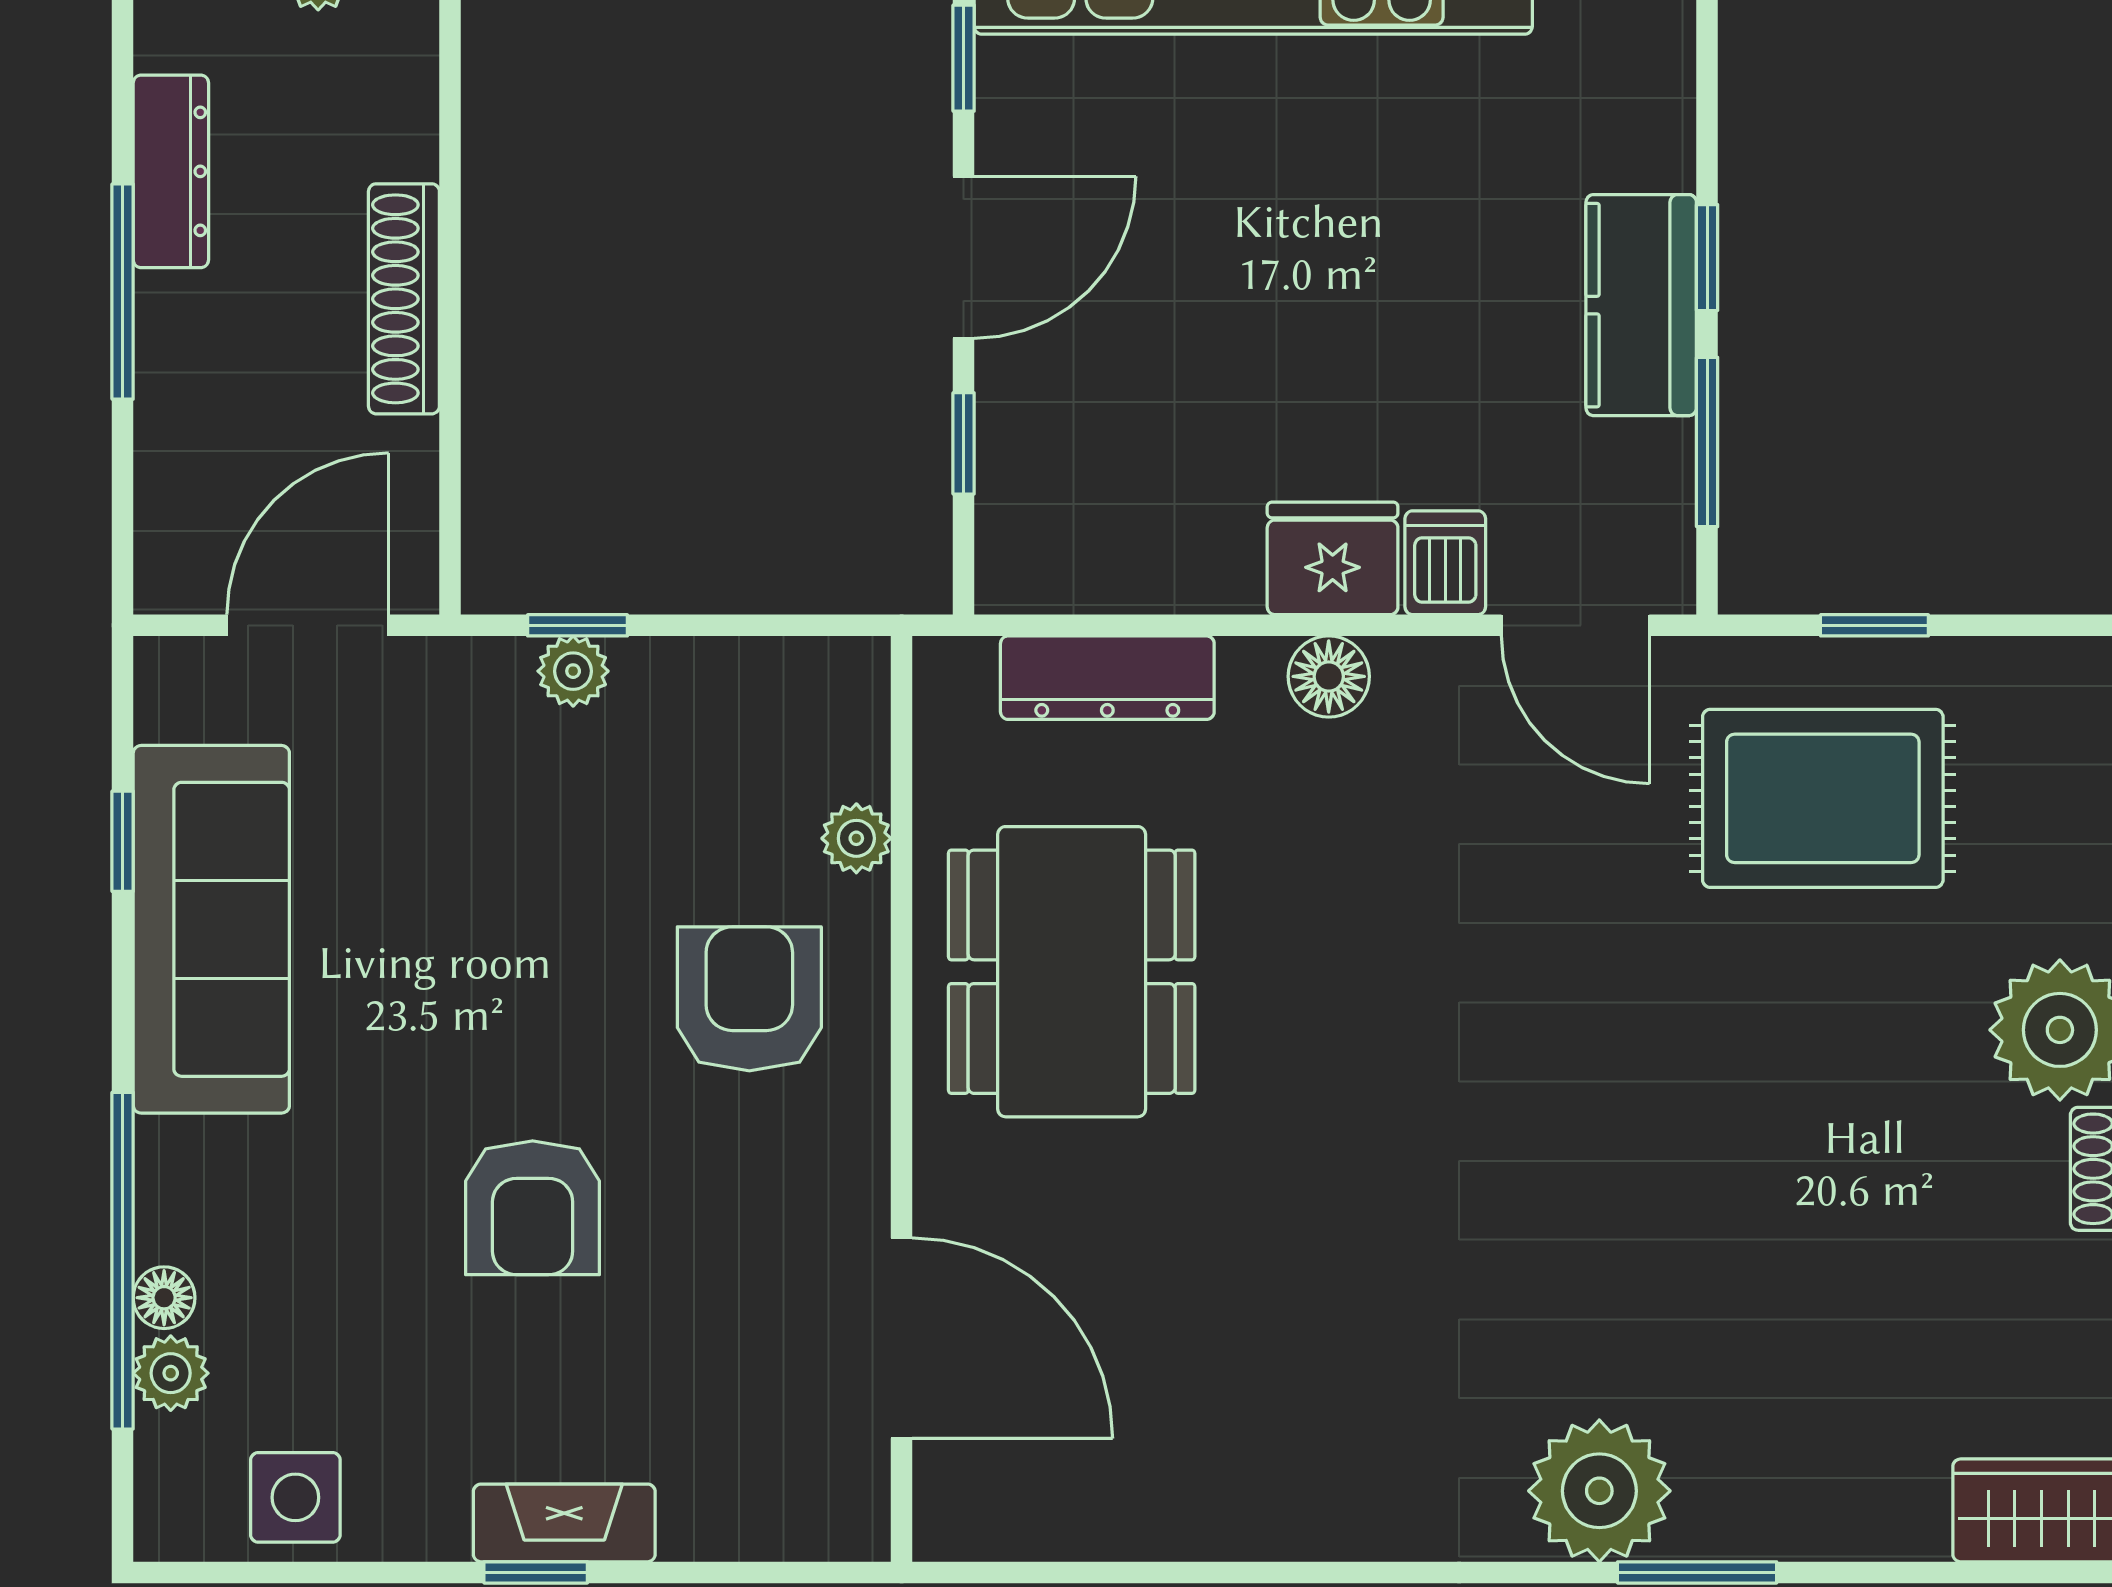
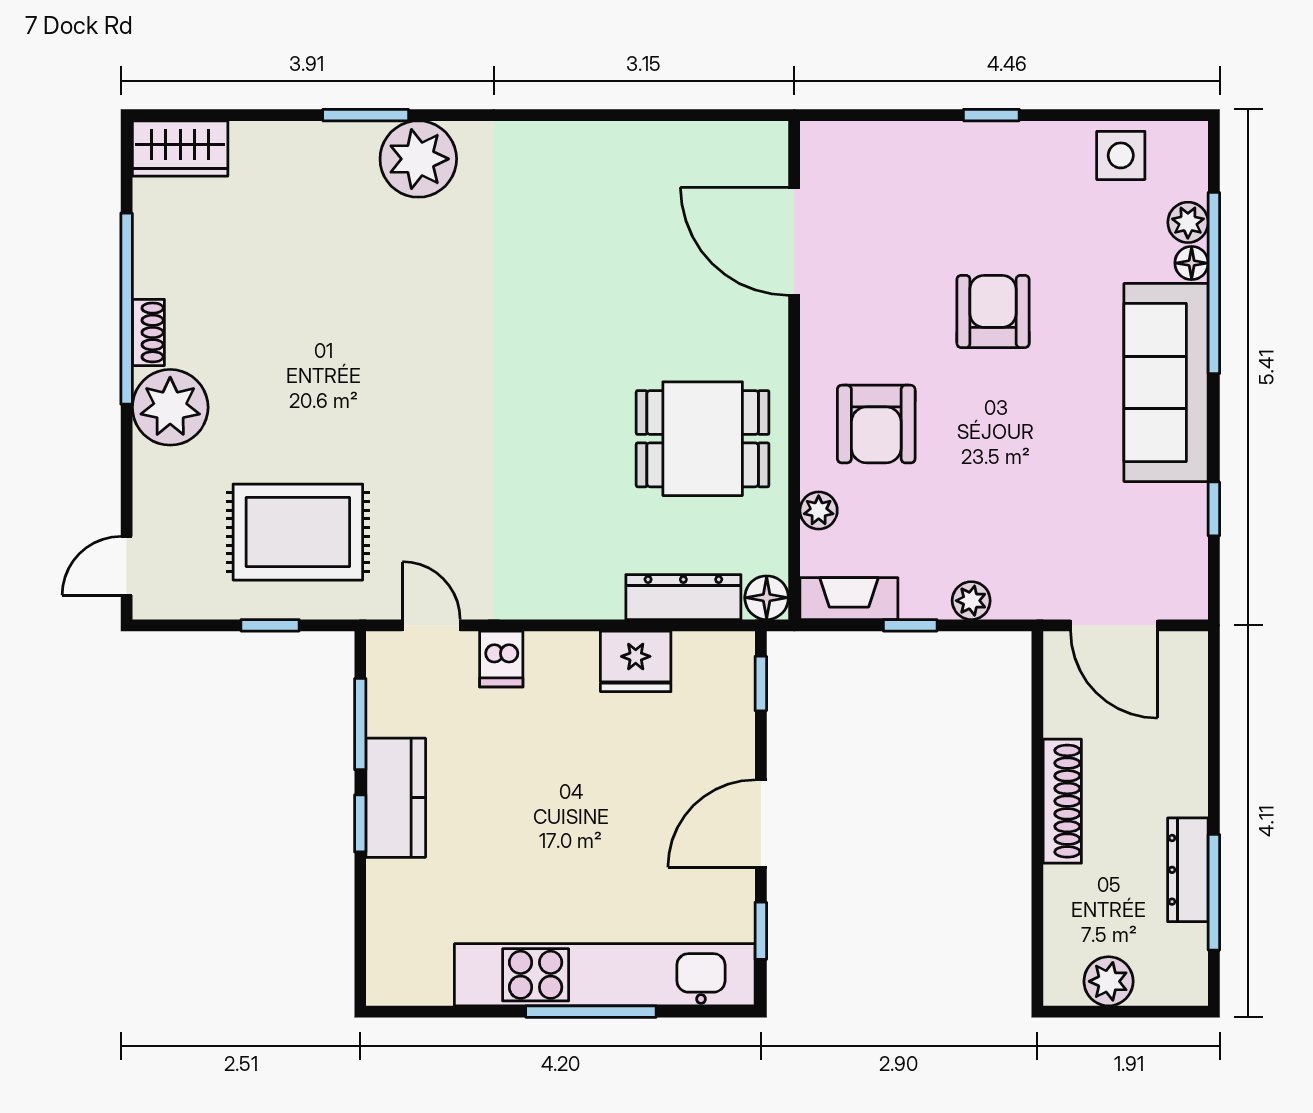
window: (123, 292) -> (1214, 892), moved
window: (964, 443) -> (761, 684), moved
fridge: (1333, 558) -> (636, 661), moved
door: (308, 625) -> (1114, 625), hinge flipped
window: (578, 625) -> (910, 625), moved
door: (1575, 625) -> (431, 625), width x0.73
floor lamp: (1329, 676) -> (767, 598), moved
sofa: (211, 929) -> (1166, 382), moved
dining table: (1072, 972) -> (703, 439), width x0.73
fireplace: (564, 1523) -> (849, 599), moved, turned 180

